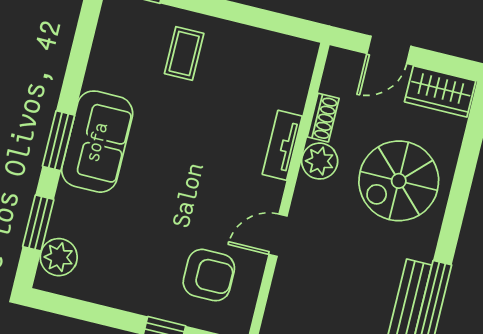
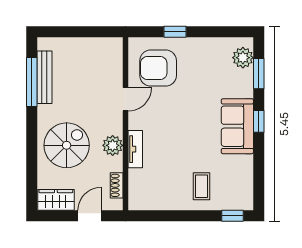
shoe rack: (323, 118) -> (117, 185), moved
window: (58, 141) -> (259, 121), width x0.67
armchair: (209, 275) -> (158, 68), width x1.36, depth x1.36

